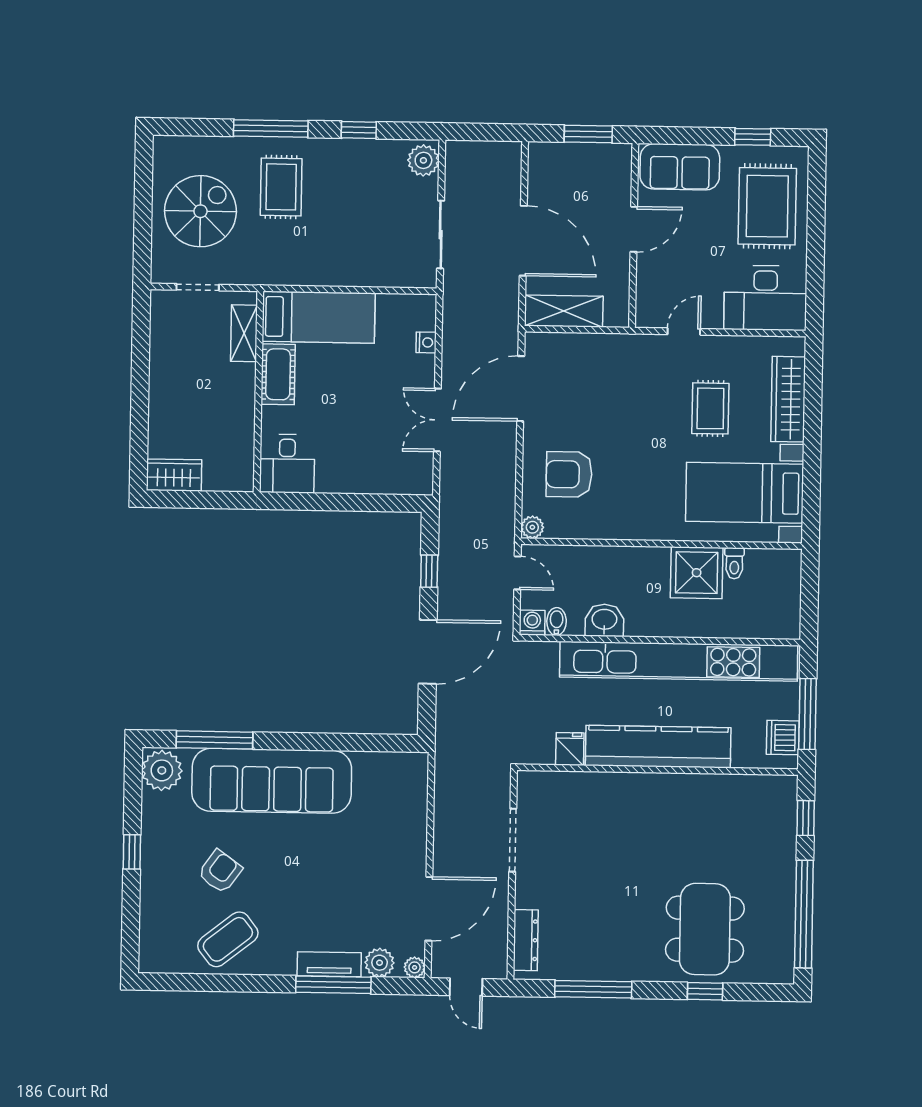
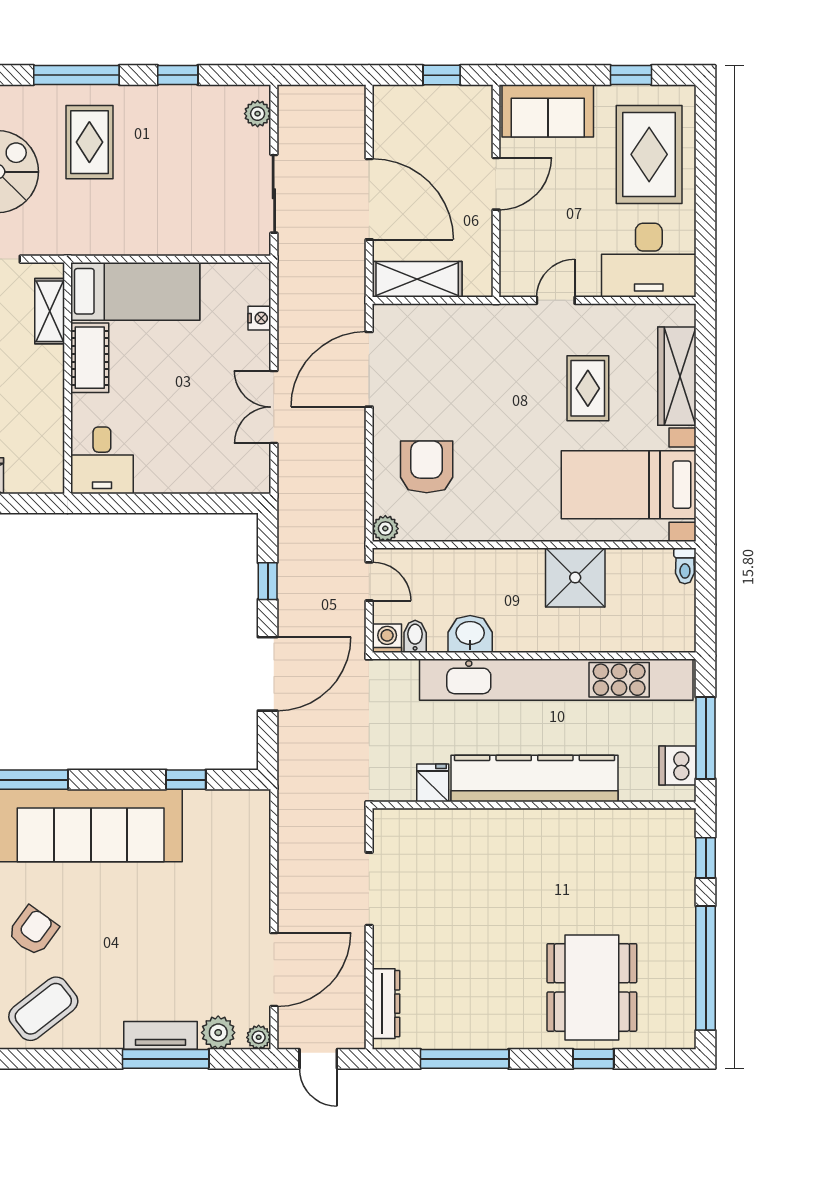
window: (588, 134) -> (442, 75), width x0.67
plant: (423, 160) -> (258, 114), width x0.73, depth x0.73
armchair: (569, 474) -> (427, 467), turned 90
toilet: (734, 563) -> (685, 566), moved
window: (355, 742) -> (186, 780), added

